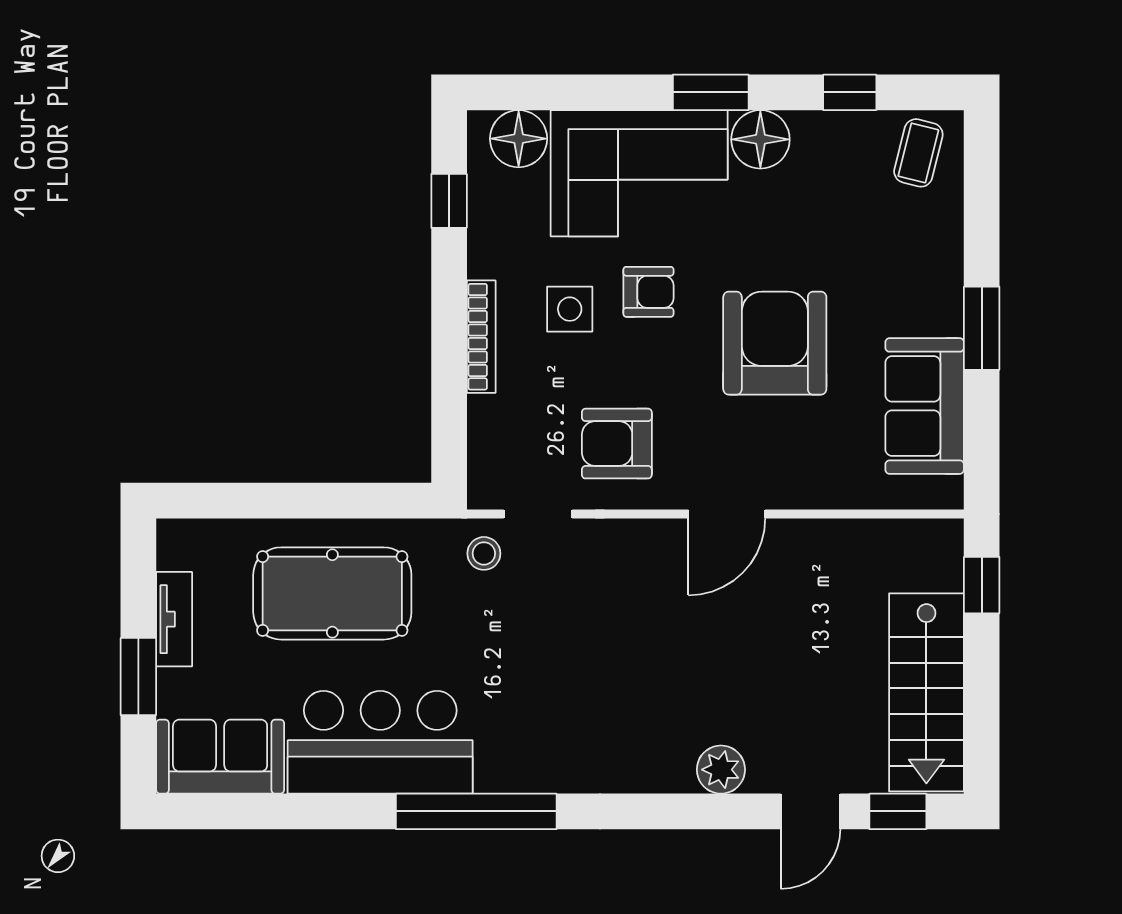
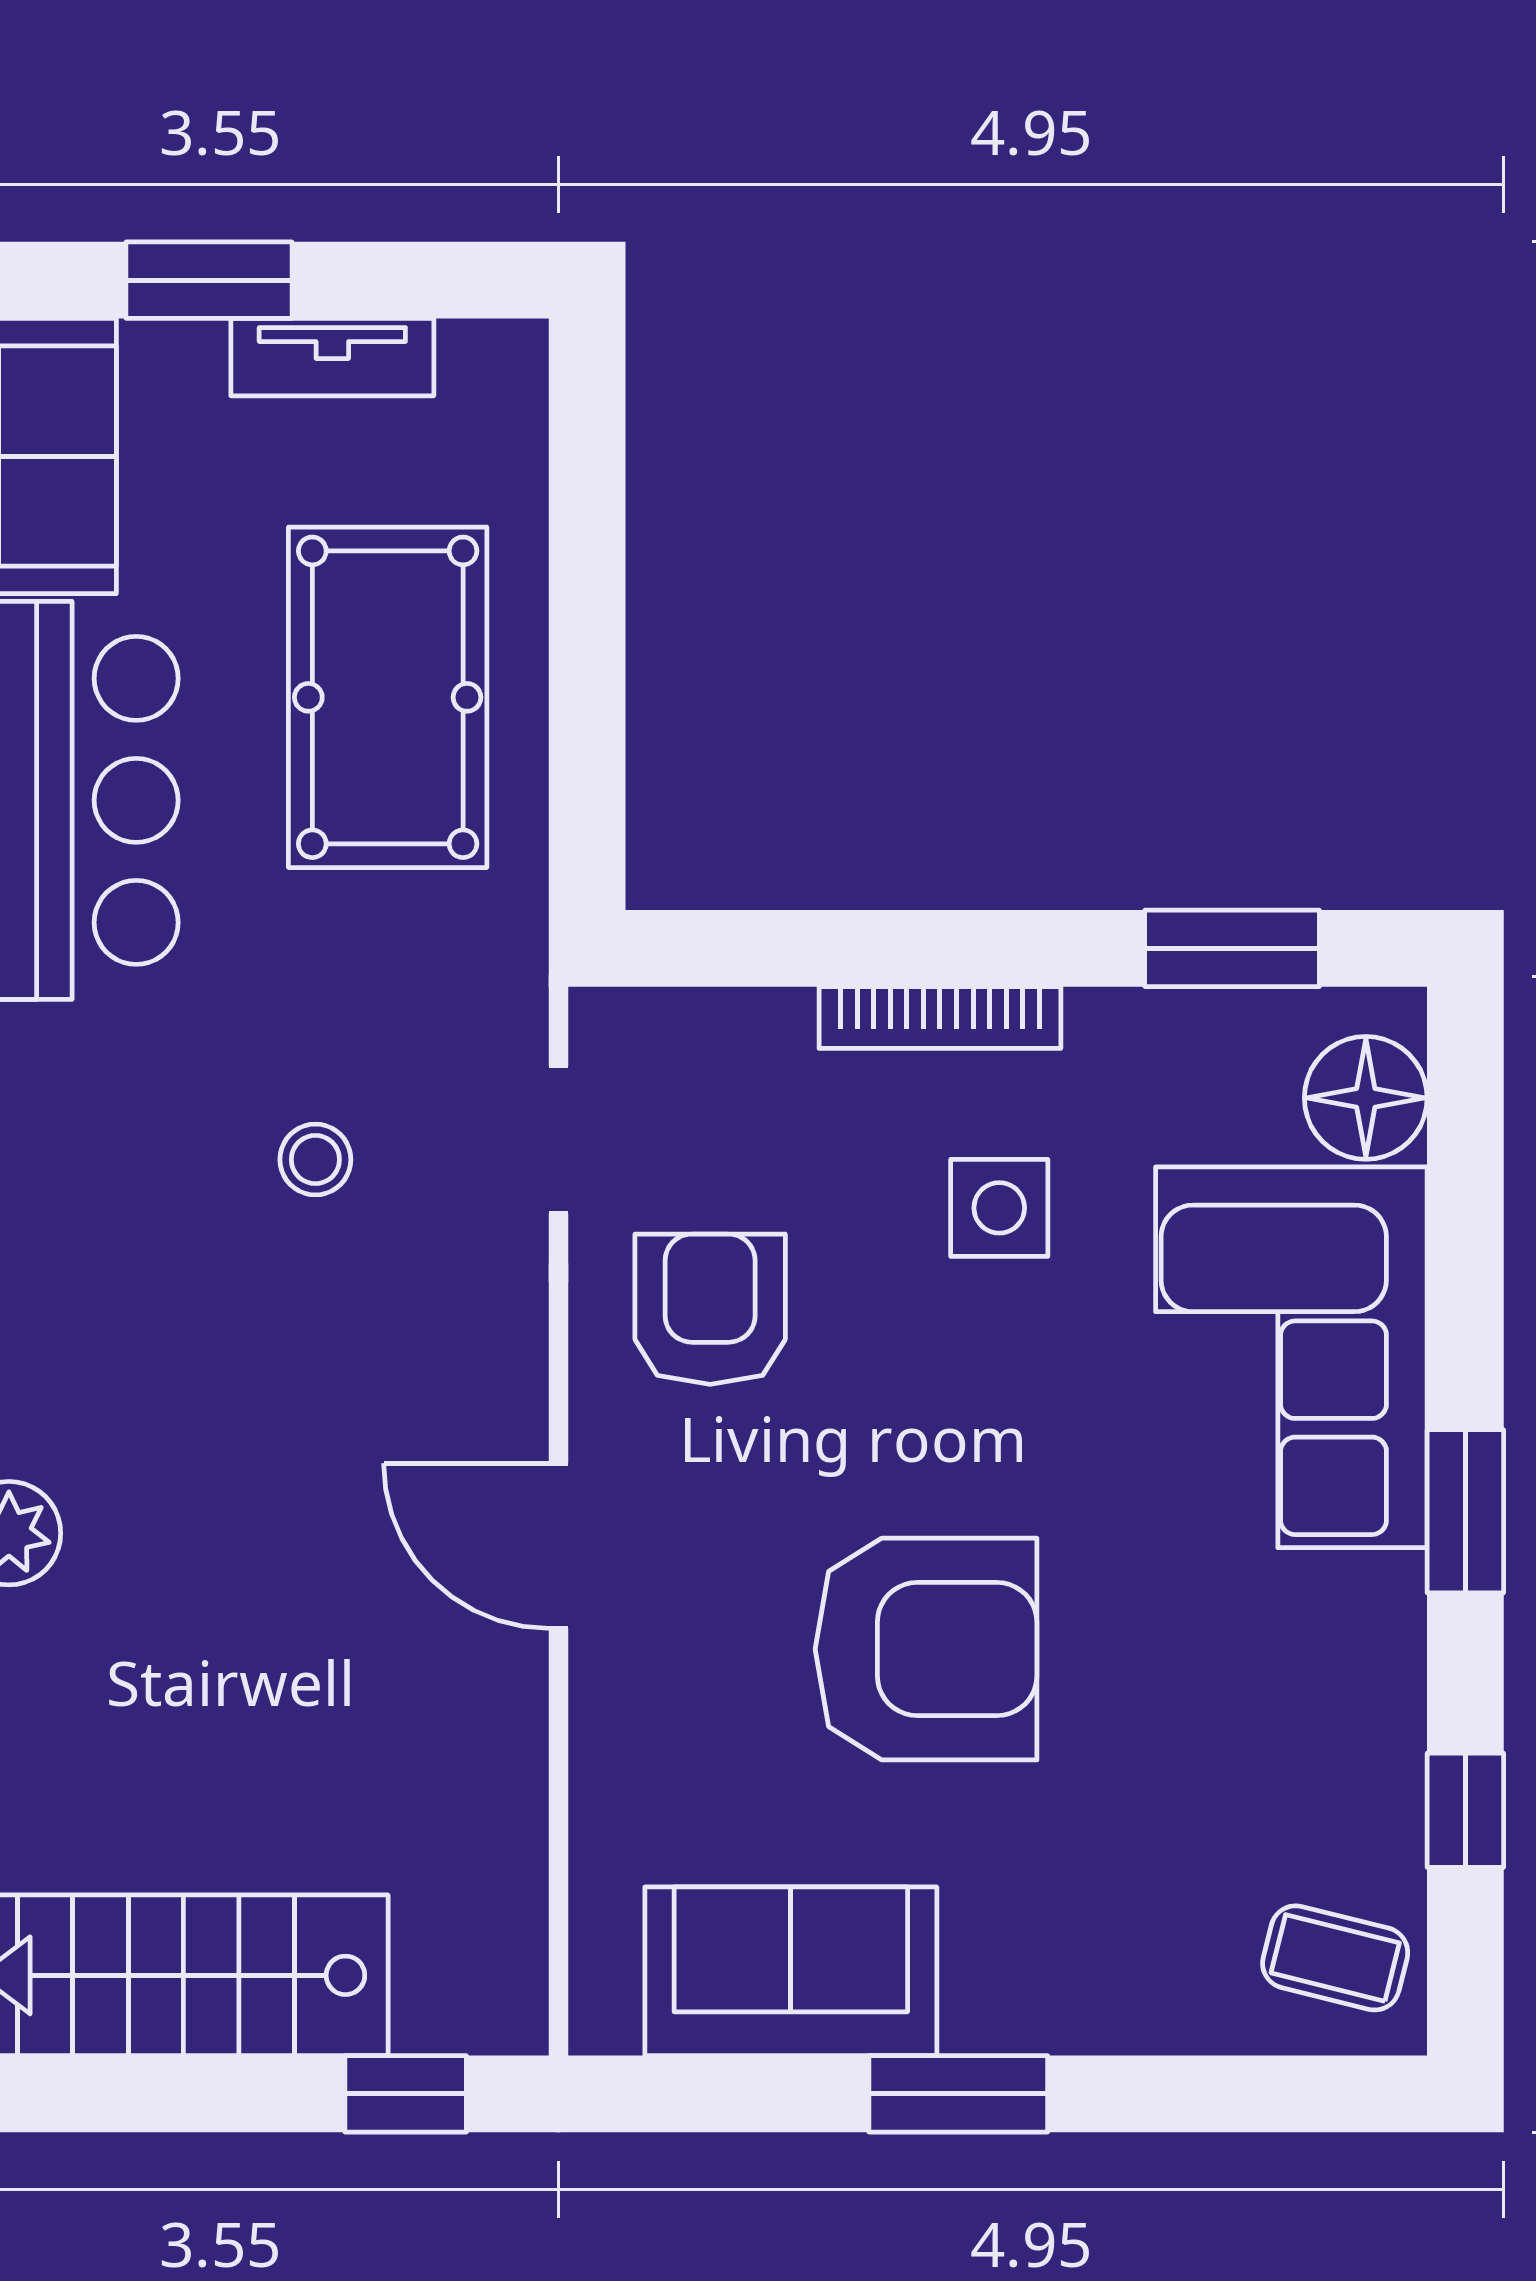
floor lamp: (760, 139) -> (1364, 1618), removed
window: (449, 201) -> (1232, 948), width x1.50
armchair: (648, 292) -> (1036, 1377), removed
stool: (484, 553) -> (315, 1160), moved

